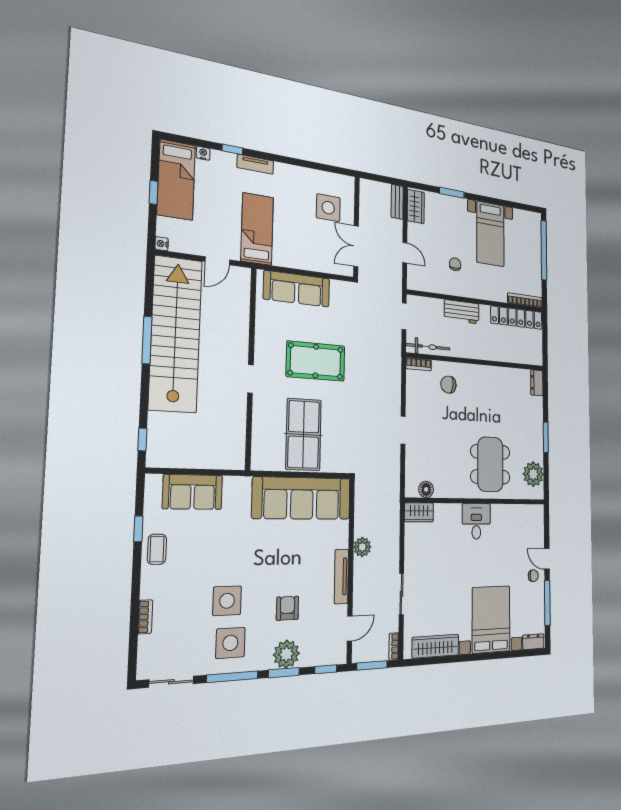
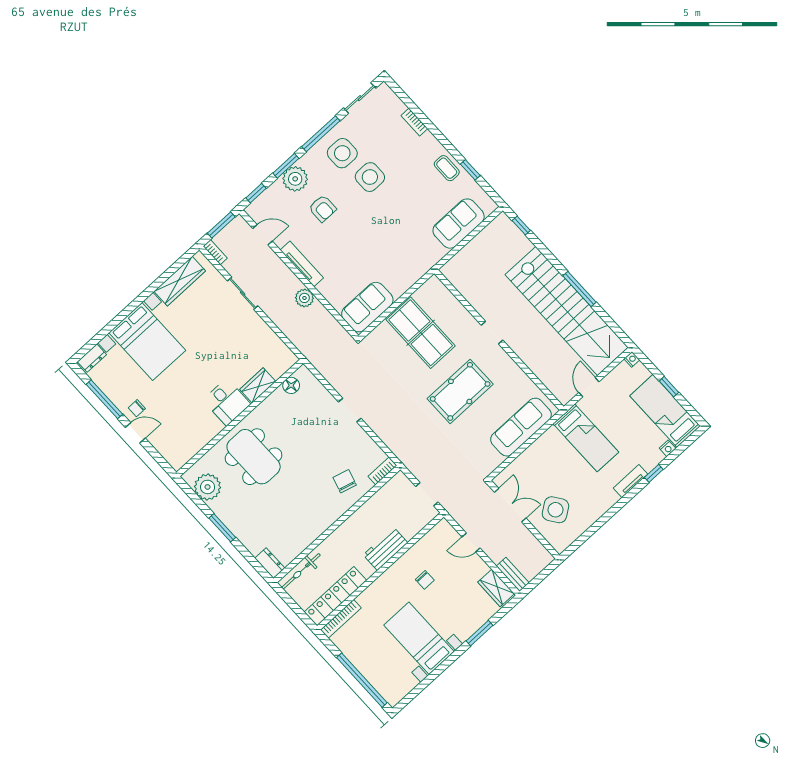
side table: (328, 208) -> (555, 510), turned -35
bicycle: (428, 347) -> (301, 571), moved
chair: (448, 385) -> (345, 481), turned -80
sofa: (302, 498) -> (367, 307), width x0.54, depth x0.79
wardrobe: (419, 512) -> (258, 385), moved
door: (350, 628) -> (262, 235), swing flipped

